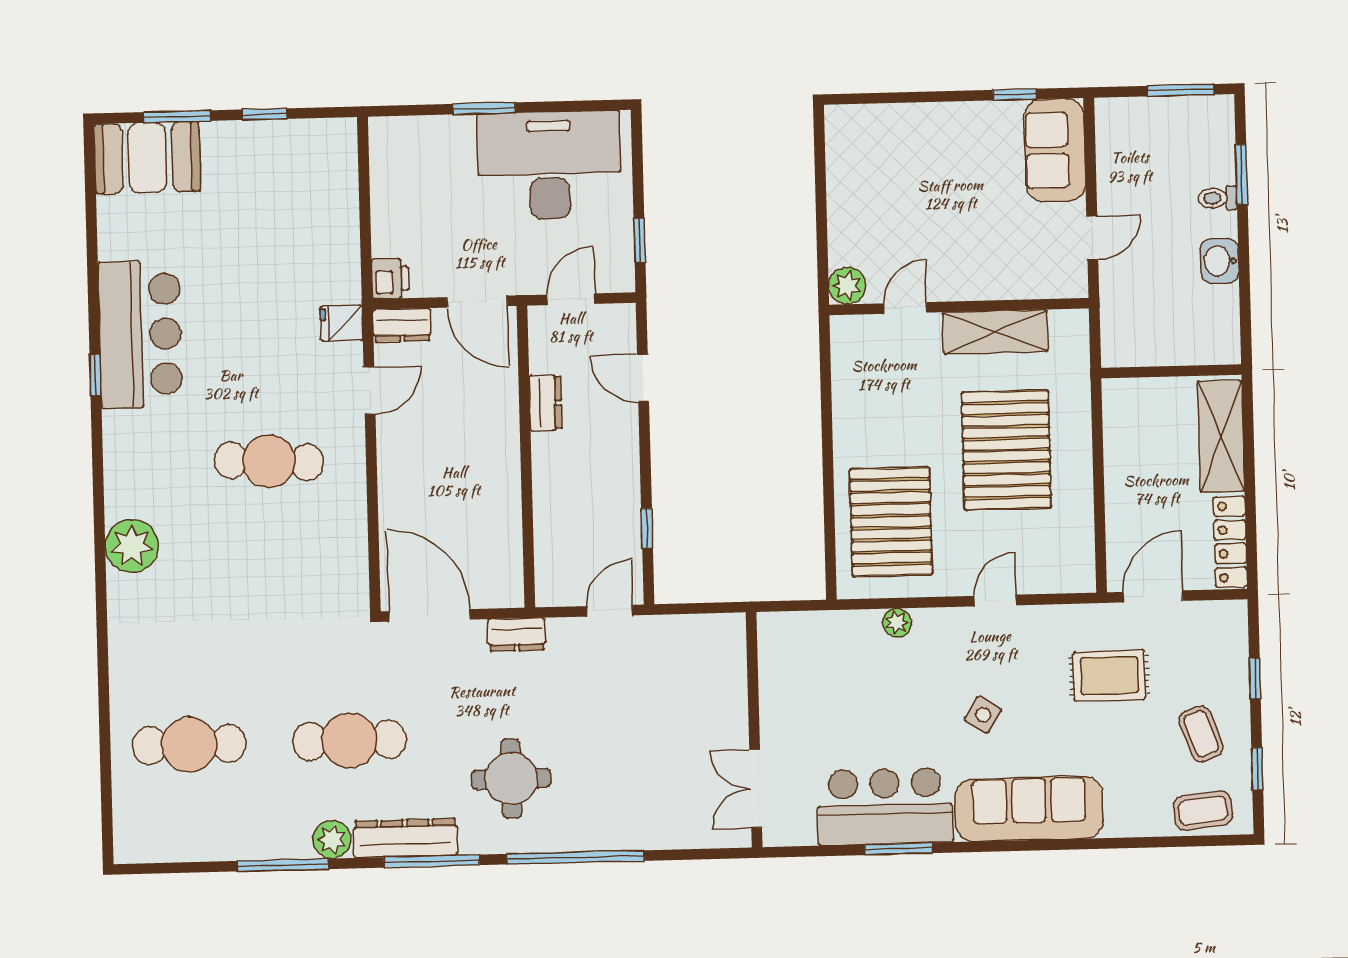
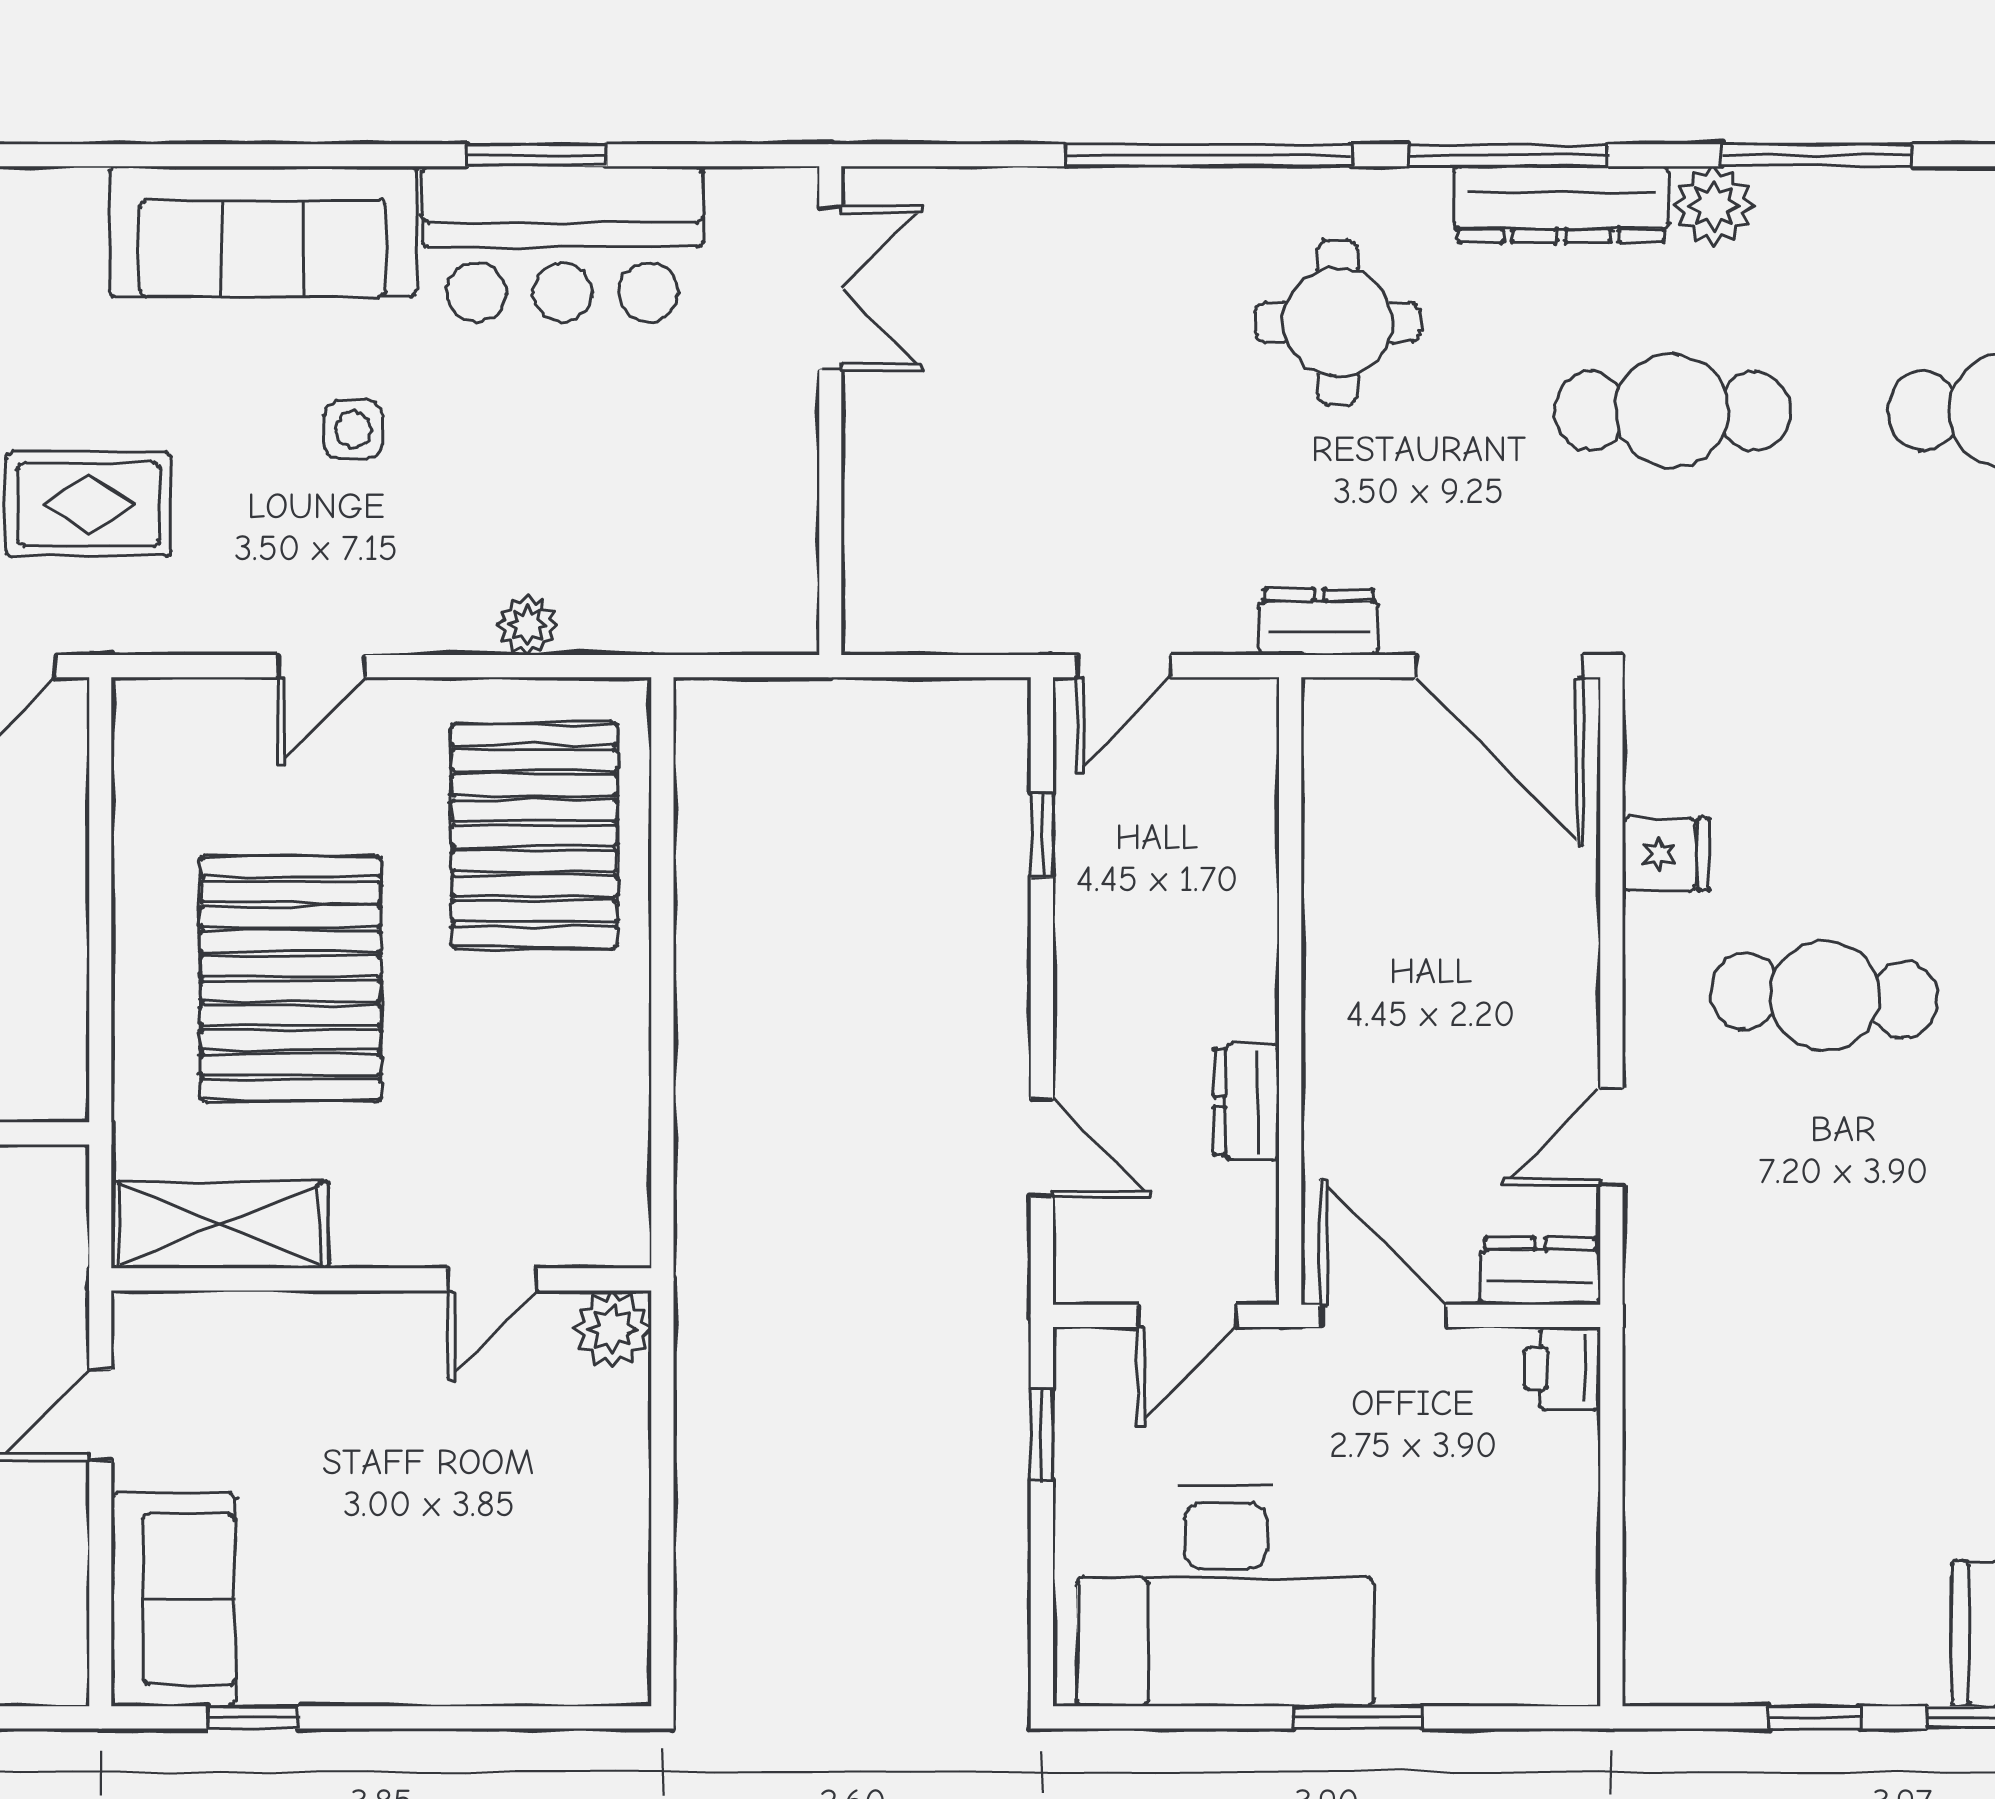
fridge: (342, 323) -> (1666, 854), moved
shelving: (995, 332) -> (220, 1225), moved
side table: (983, 715) -> (353, 429), turned -32

